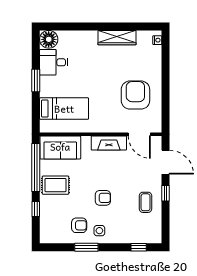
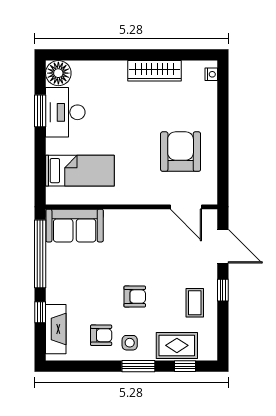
desk: (54, 62) -> (65, 112), width x1.37
window: (36, 80) -> (40, 111), moved
fireplace: (109, 143) -> (56, 329), moved, turned -90
rug: (56, 185) -> (177, 345), moved
window: (86, 247) -> (138, 366), moved

